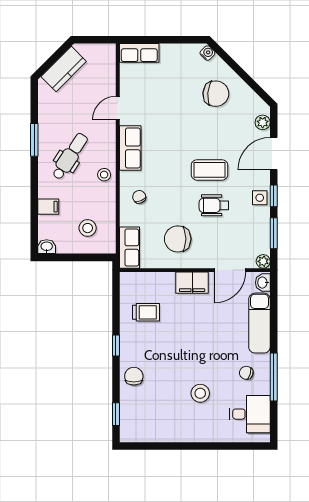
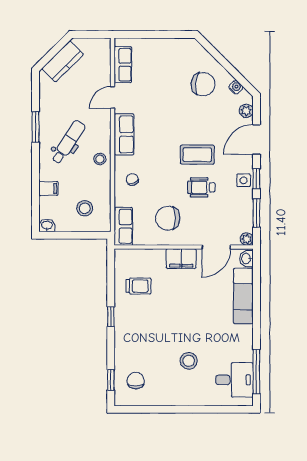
row of seats: (139, 53) -> (123, 65), moved, turned -90
water cooler: (207, 53) -> (236, 87), moved
chair: (246, 373) -> (231, 342), removed
chair: (134, 376) -> (136, 381), moved
window: (274, 377) -> (256, 371), moved

